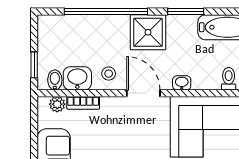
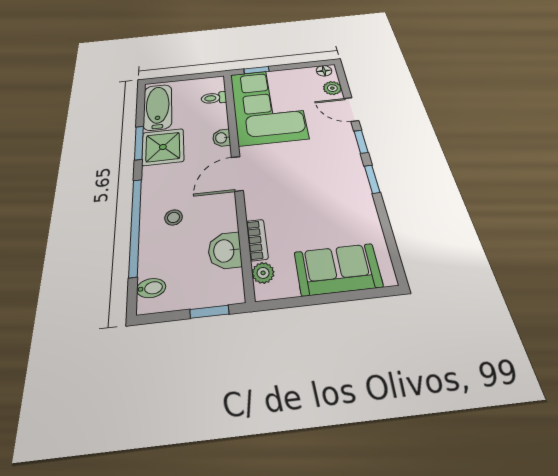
shower: (148, 32) -> (163, 147), moved
stool: (109, 74) -> (174, 217), moved
bidet: (55, 80) -> (151, 288), moved, turned 180

